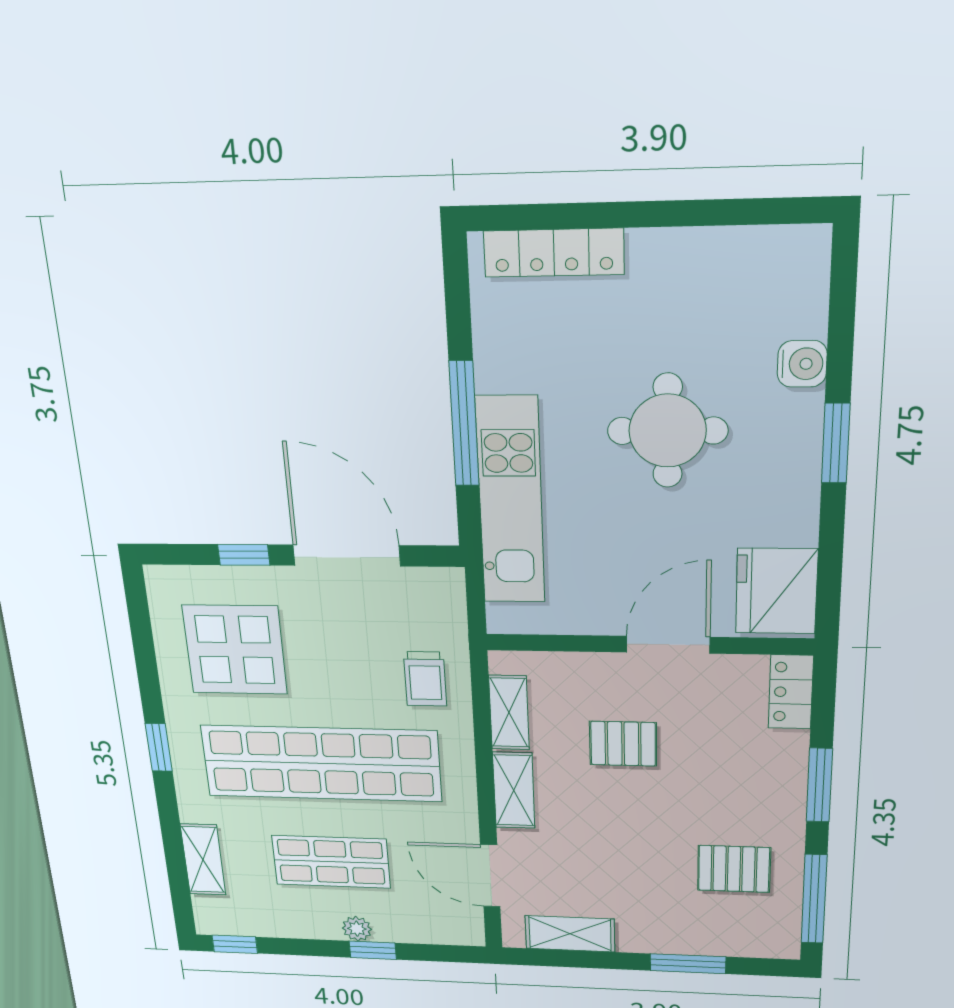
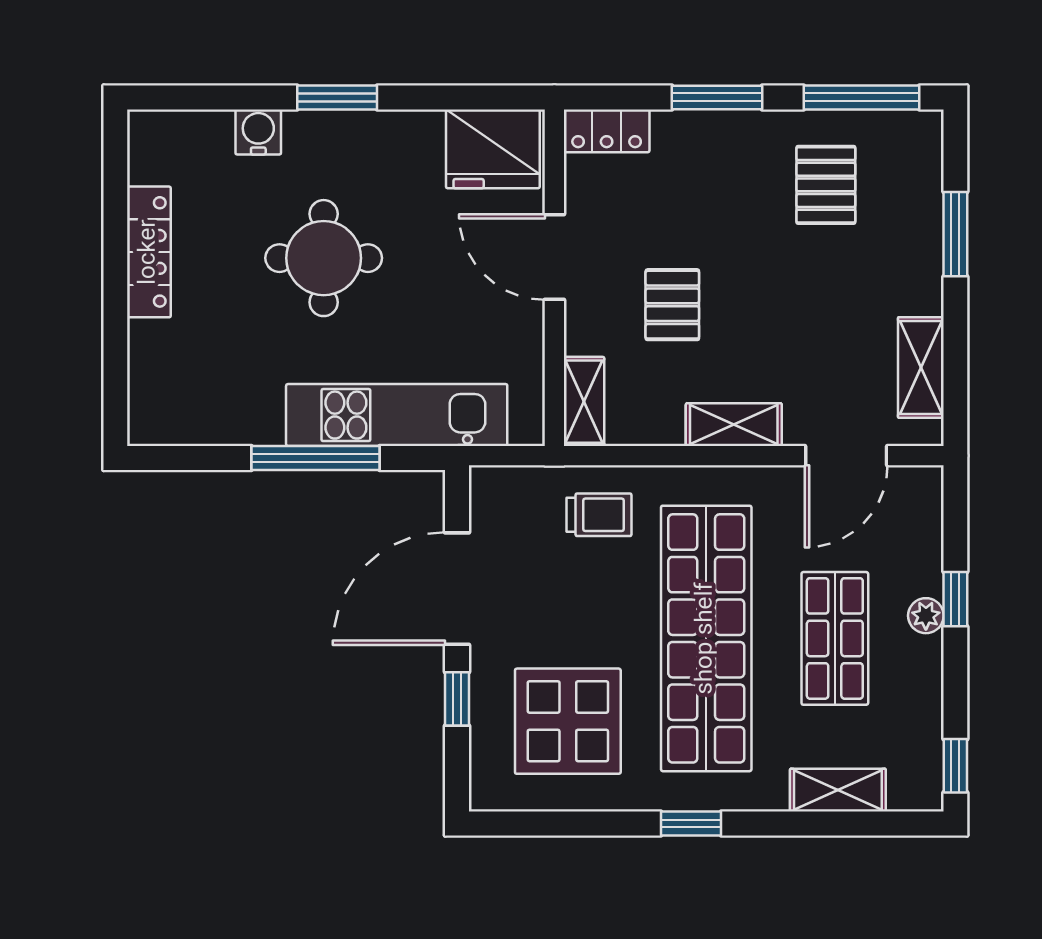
locker: (554, 253) -> (149, 252), moved
shelving: (509, 713) -> (584, 402), moved, turned 90

